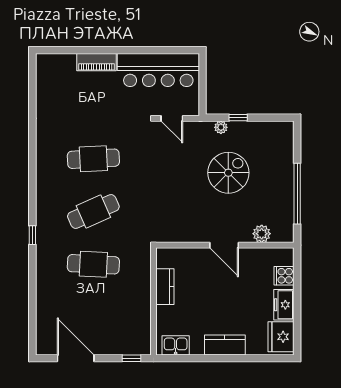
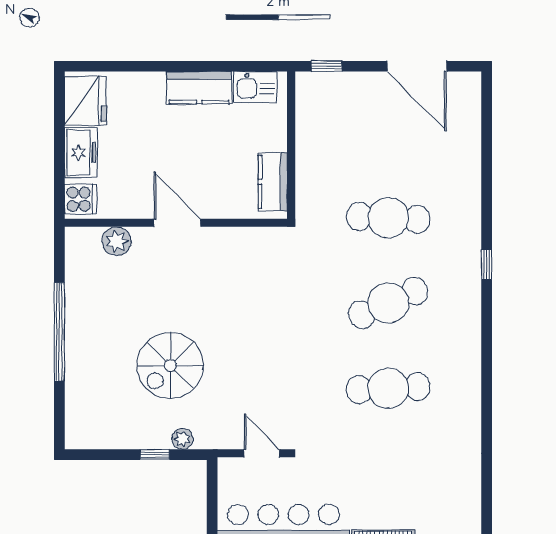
plant: (262, 234) -> (117, 241), moved
door: (224, 245) -> (177, 223), moved
wall: (225, 245) -> (176, 223), moved
kitchen counter: (225, 345) -> (199, 88), moved

